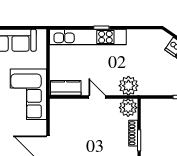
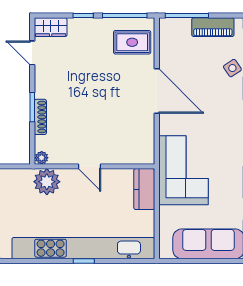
kitchen unit: (88, 37) -> (83, 248), width x1.36
kitchen counter: (66, 88) -> (144, 189), moved, turned 90
plant: (128, 108) -> (42, 158), width x0.53, depth x0.53

